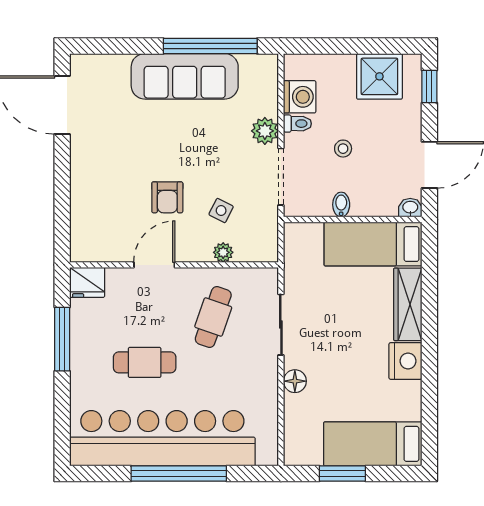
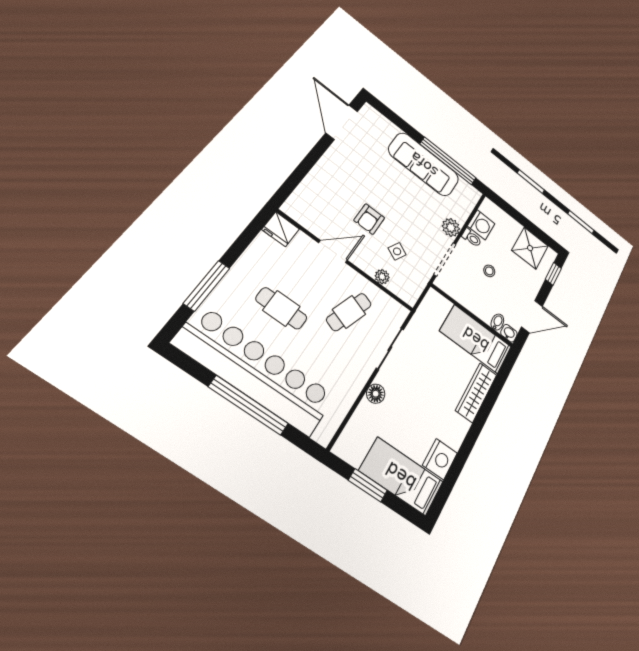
bidet: (341, 205) -> (497, 322), moved
window: (62, 339) -> (207, 286), moved
nightstand: (405, 361) -> (440, 459), moved

